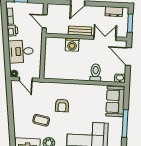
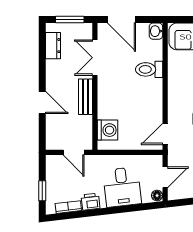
door: (45, 21) -> (74, 152), hinge flipped
washing machine: (72, 45) -> (107, 130), moved
door: (128, 56) -> (122, 20), hinge flipped
door: (53, 81) -> (165, 134), added

